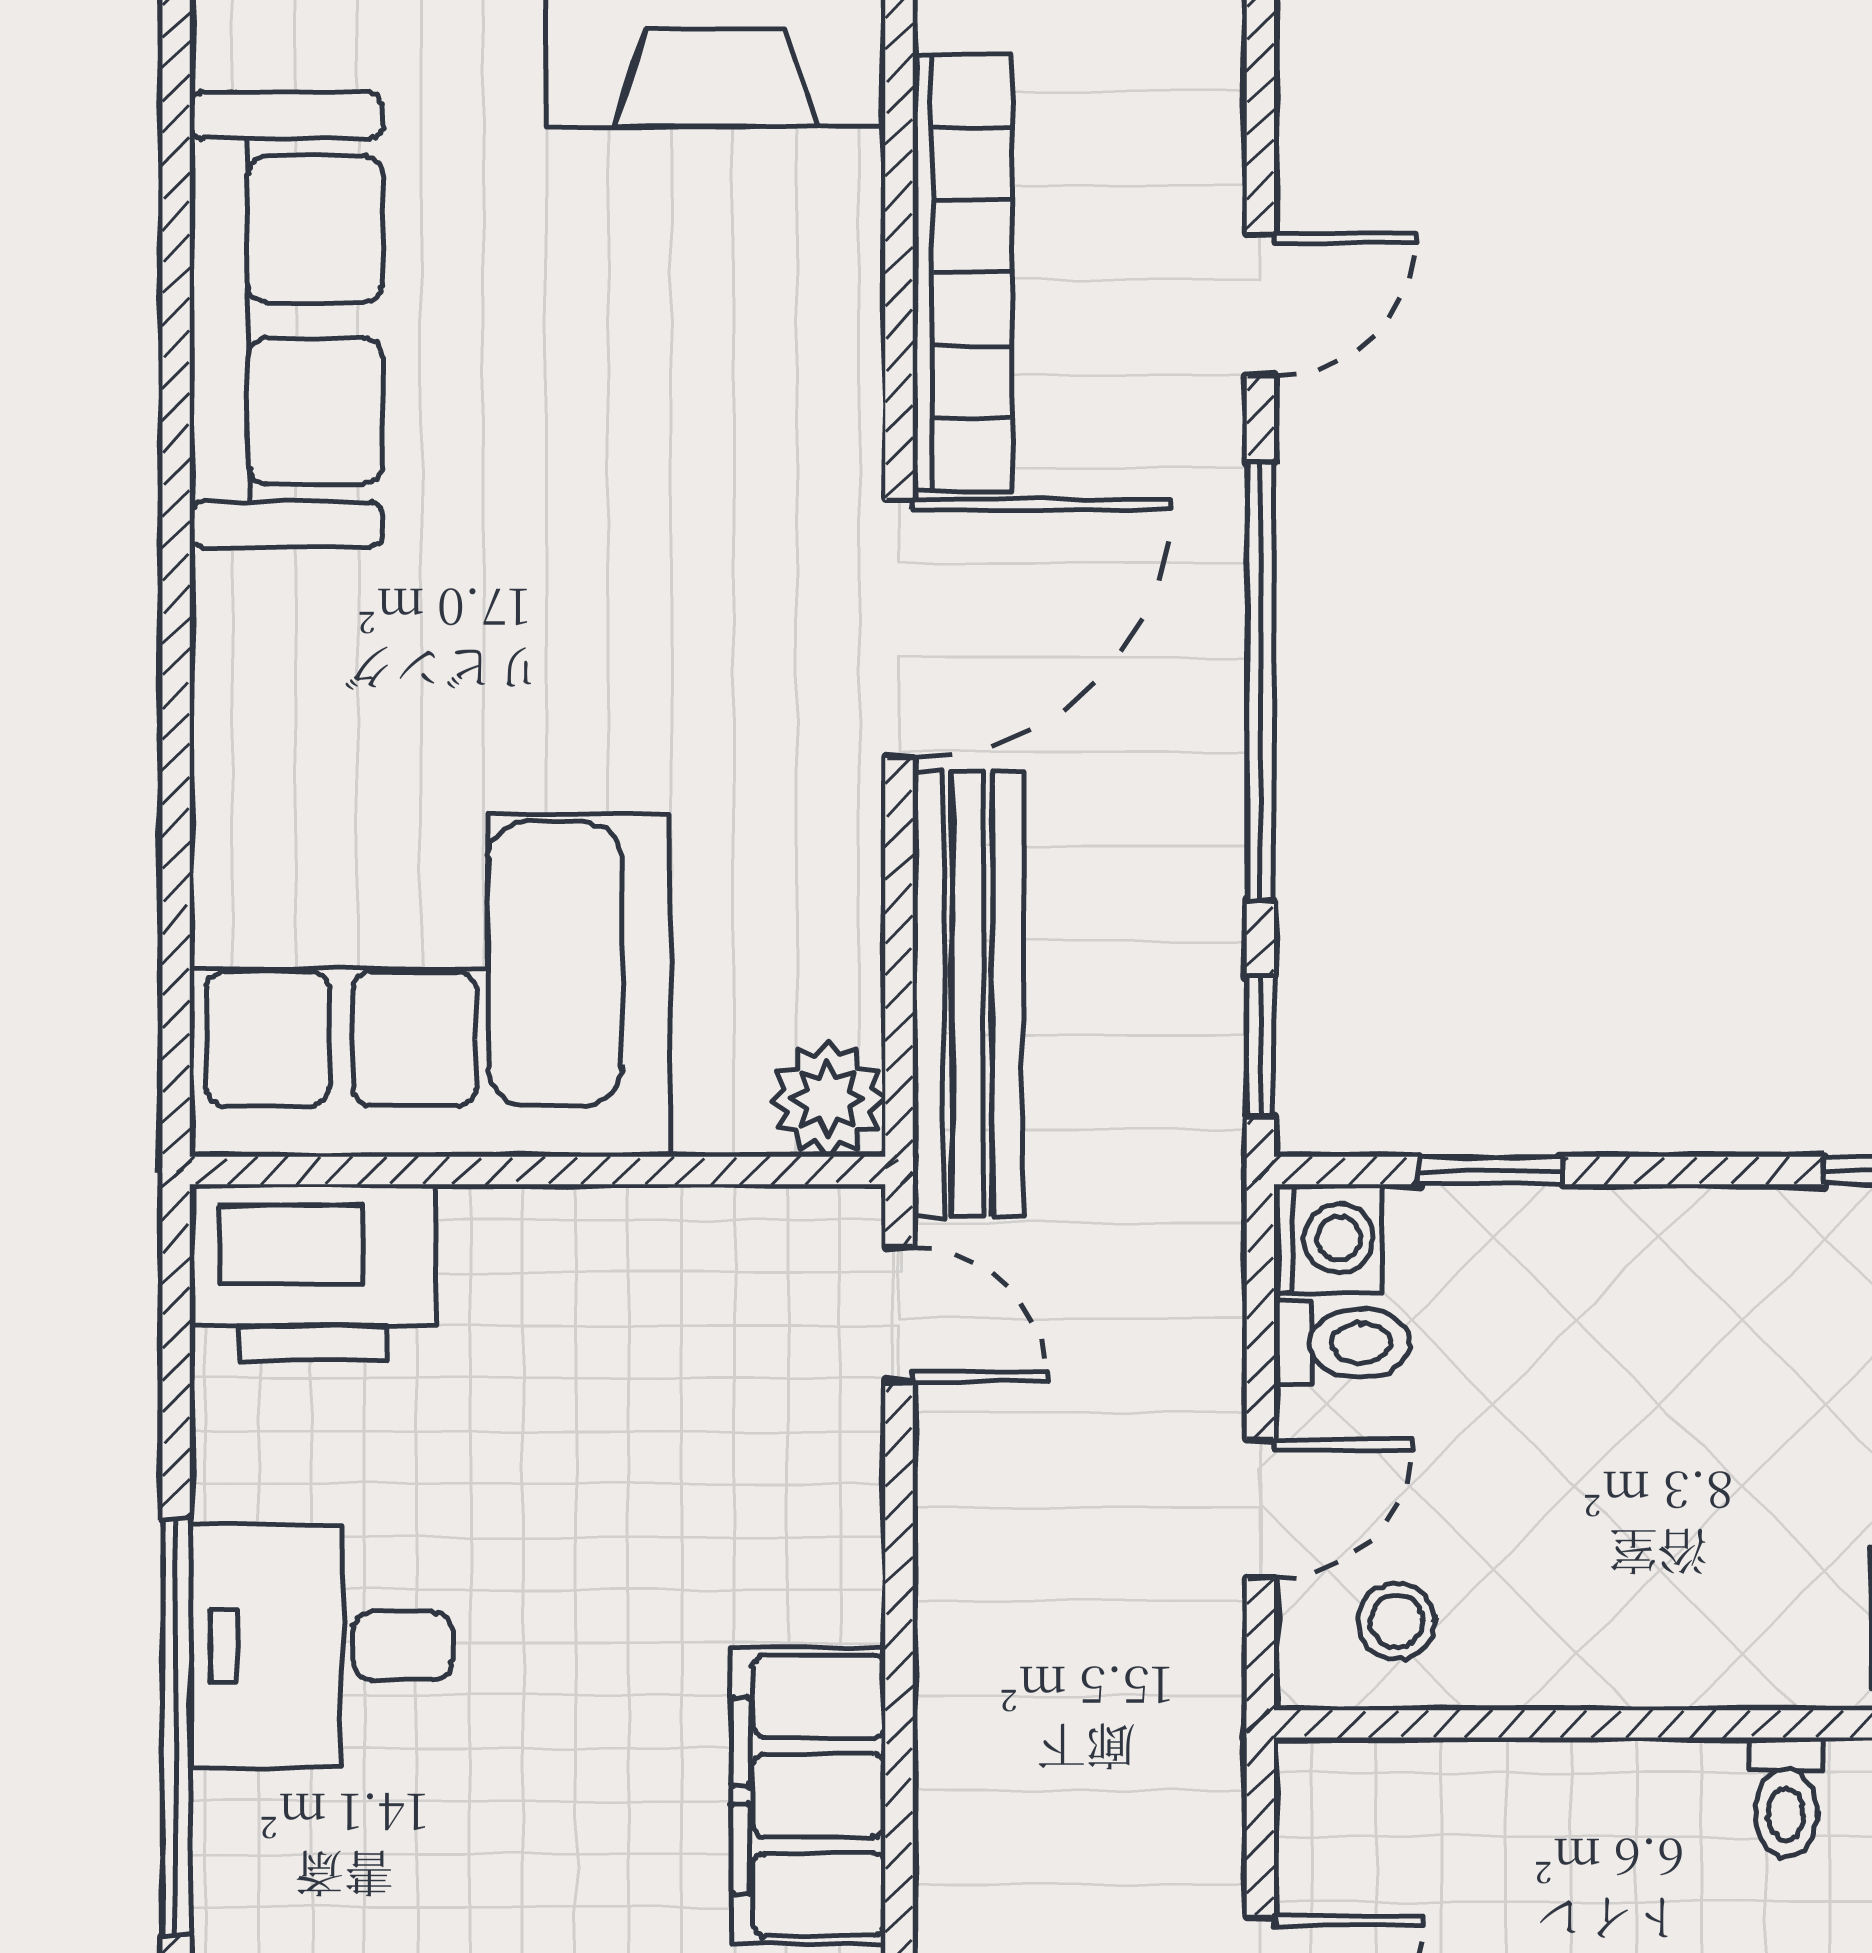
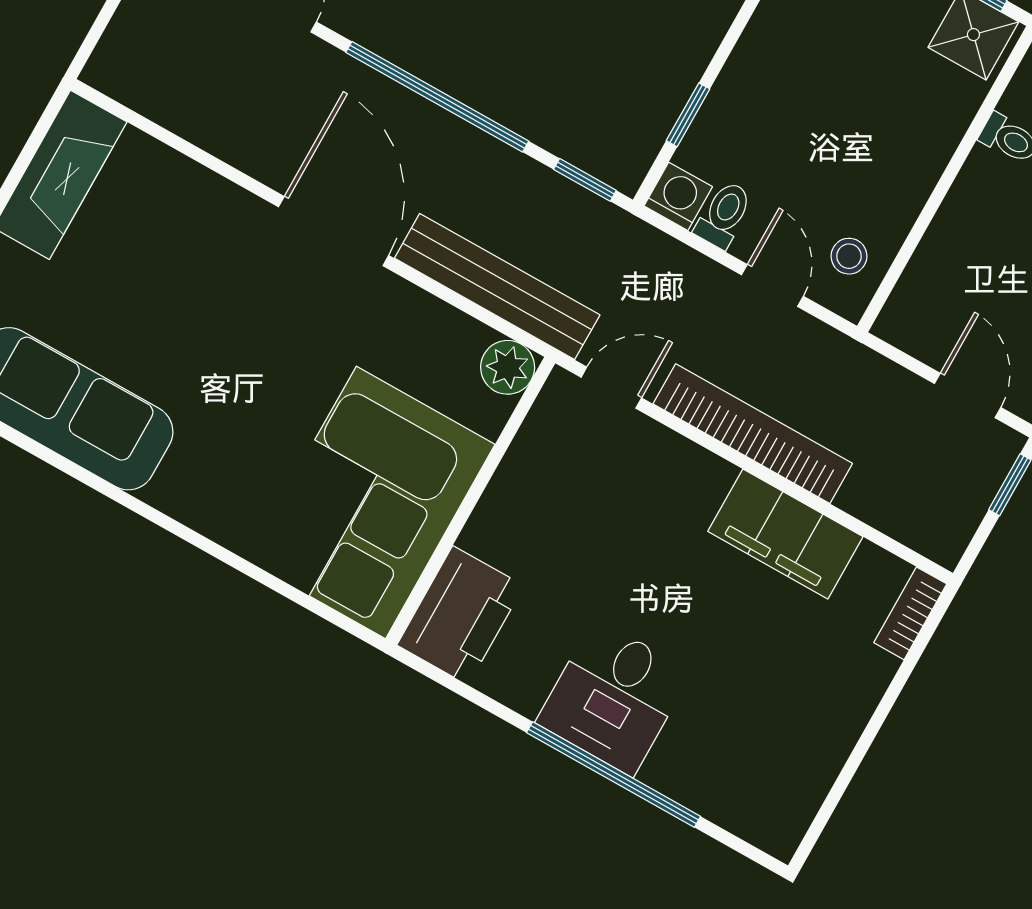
bookcase: (962, 273) -> (753, 434), moved

